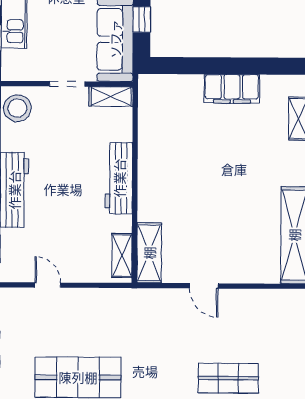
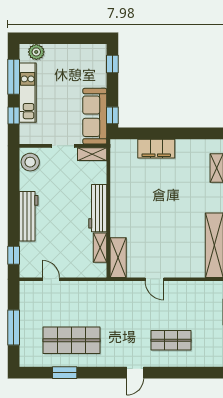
window: (142, 19) -> (112, 115), moved
filing cabinet: (232, 89) -> (156, 149), moved
shelving: (122, 255) -> (100, 248), moved

